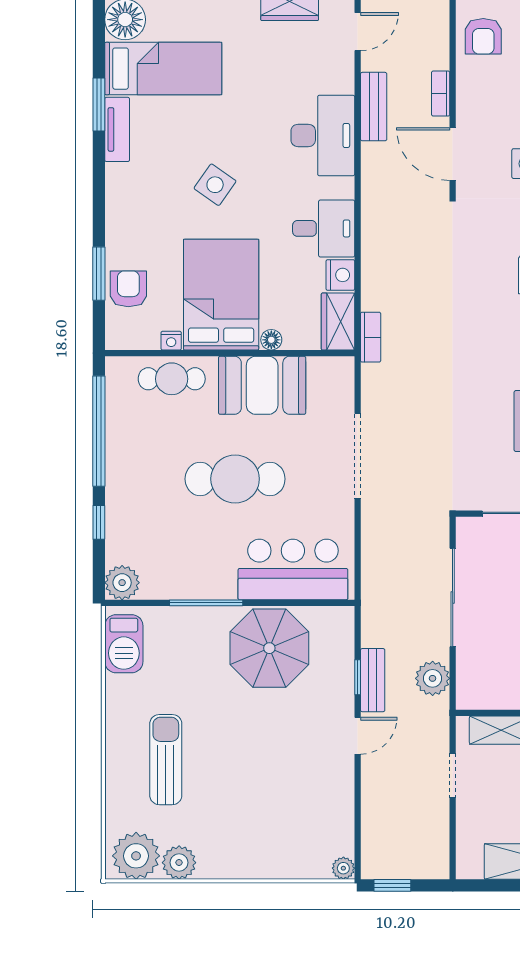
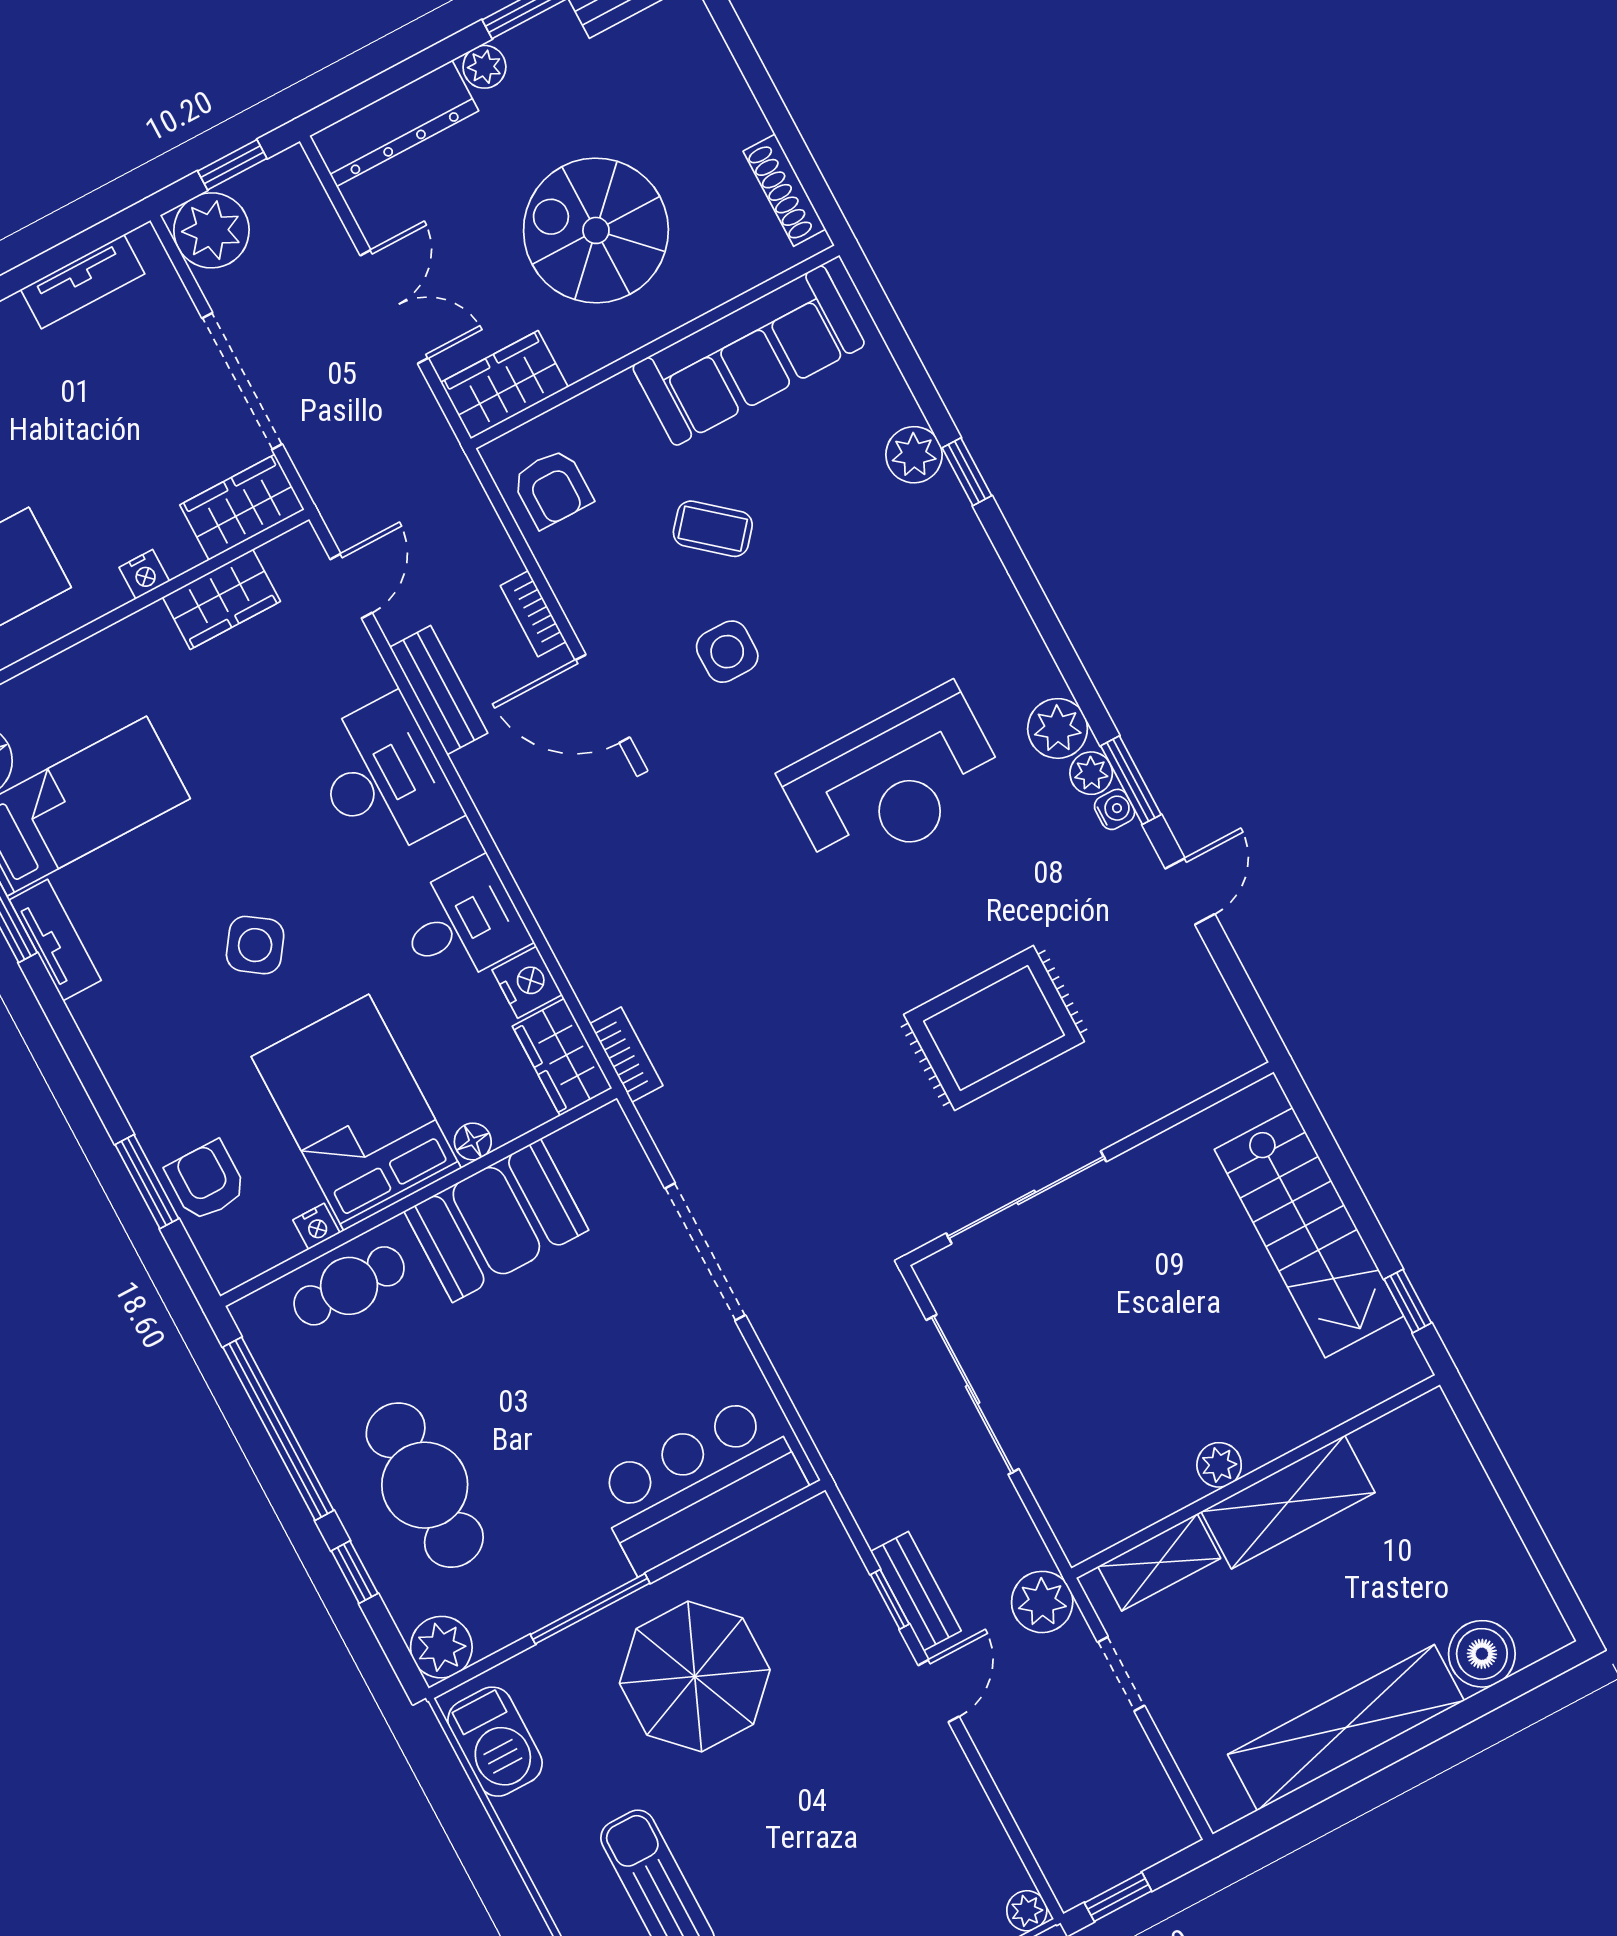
cafe table: (235, 479) -> (425, 1485), moved, turned 90
parasol: (269, 648) -> (695, 1676), moved
plant: (433, 678) -> (1042, 1602), moved

